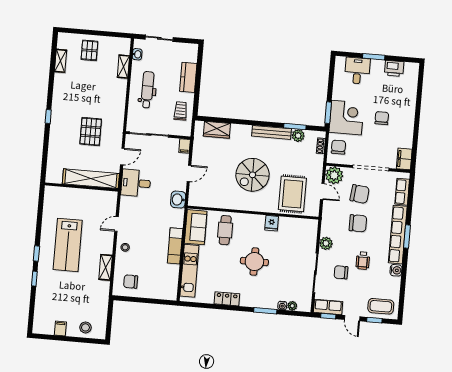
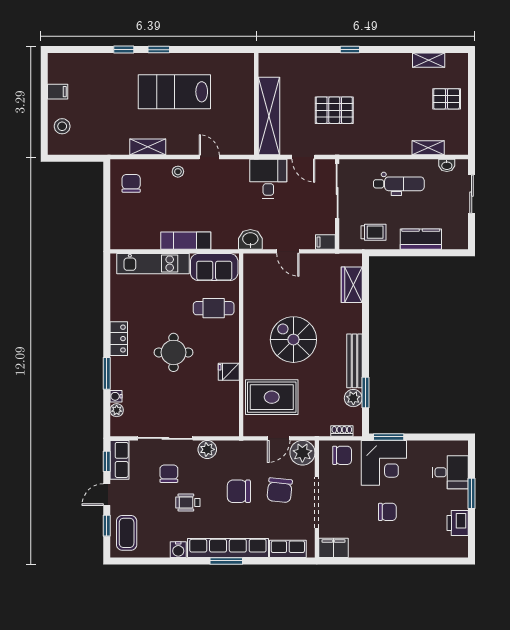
chair: (358, 223) -> (239, 491), turned 90
locker: (227, 299) -> (119, 339), moved

